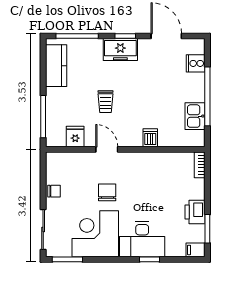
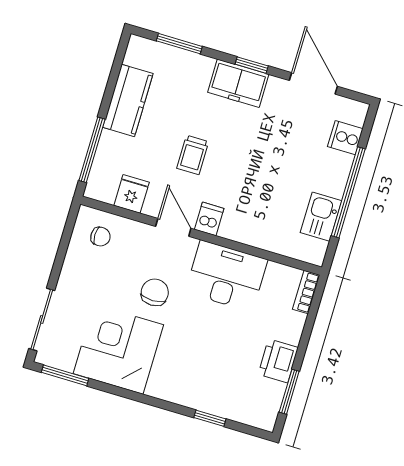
window: (77, 36) -> (179, 44), width x0.69
kitchen counter: (56, 66) -> (128, 100), moved
dishwasher: (150, 138) -> (209, 219), moved
chair: (54, 191) -> (100, 237), moved
desk: (142, 239) -> (226, 276), moved, turned 180
filing cabinet: (196, 250) -> (262, 418), removed
window: (149, 259) -> (210, 418), moved

